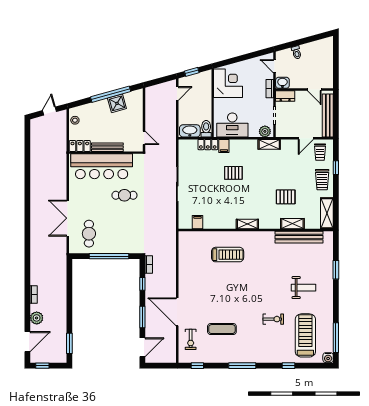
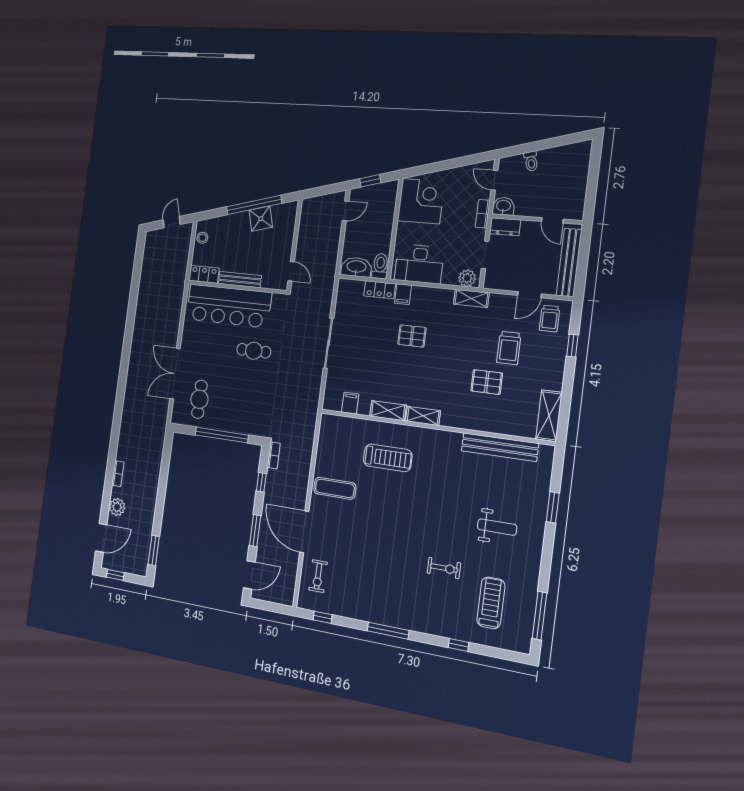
trolley: (322, 180) -> (509, 348), moved
shelving: (292, 224) -> (388, 411), moved
exercise mat: (222, 329) -> (335, 488), moved
treadmill: (305, 335) -> (491, 603), width x0.73, depth x0.73
water cooler: (328, 358) -> (523, 645), removed

